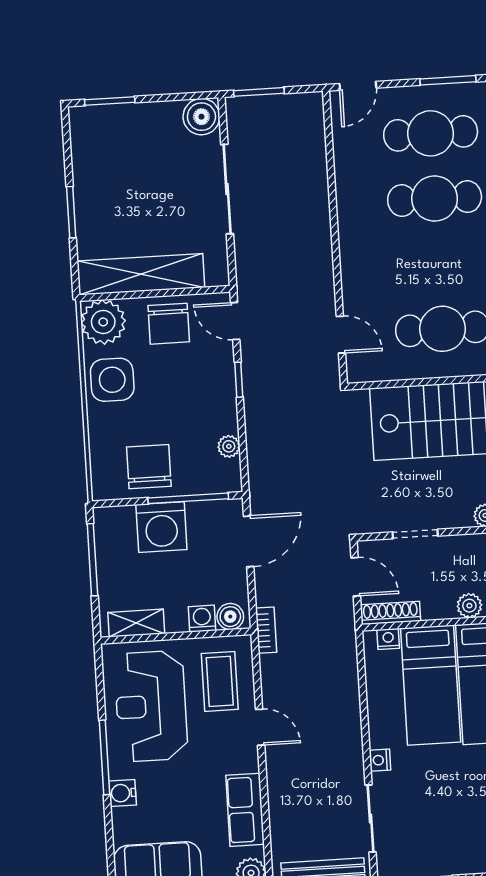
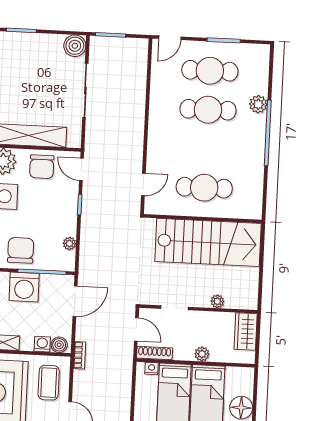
door: (341, 335) -> (143, 184), hinge flipped

